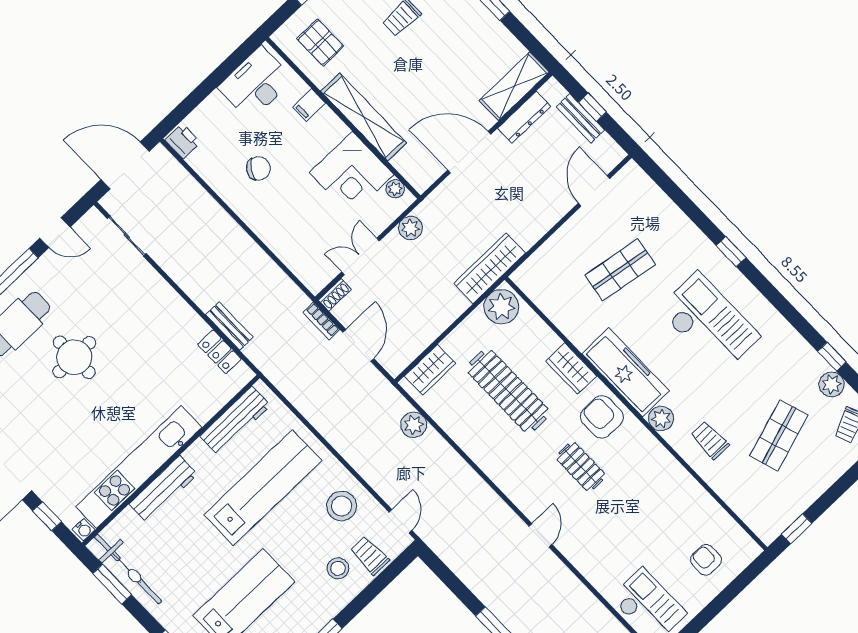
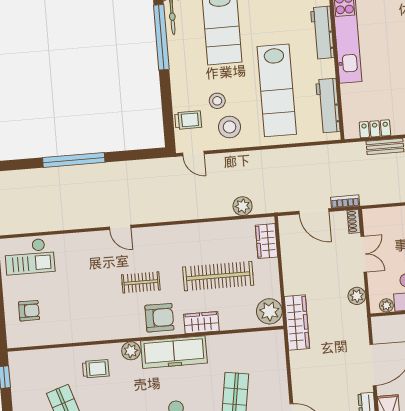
stool: (338, 568) -> (217, 101), moved

